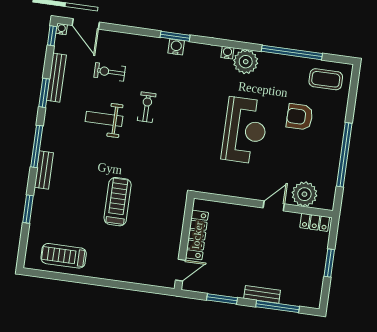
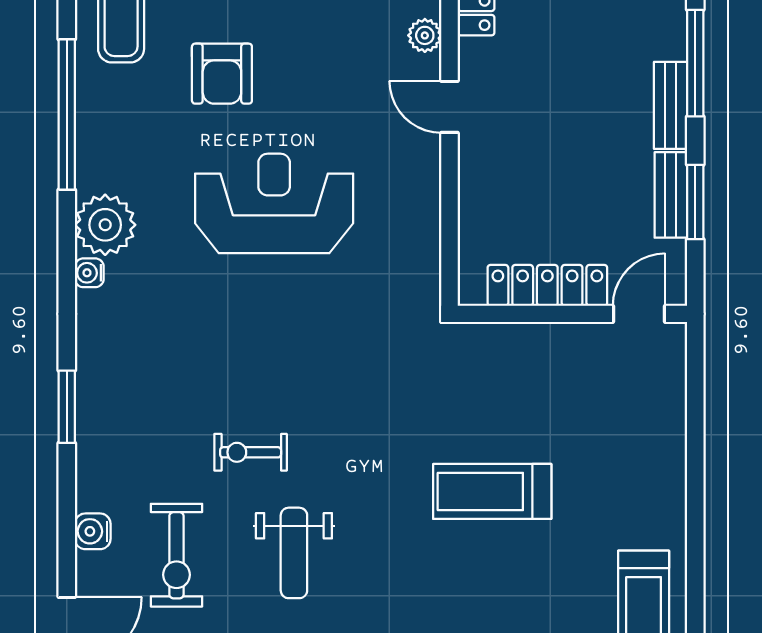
water cooler: (176, 47) -> (93, 531), moved
exercise bike: (110, 72) -> (176, 555), width x1.38, depth x1.39
plant: (304, 194) -> (425, 35), width x0.53, depth x0.53
door: (180, 270) -> (639, 314), hinge flipped
bench: (226, 290) -> (671, 195), added

